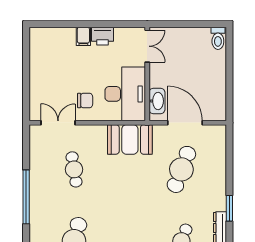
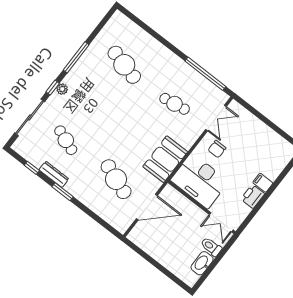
toilet: (218, 38) -> (211, 247), moved
washbasin: (157, 101) -> (202, 263), moved, turned 90
window: (26, 197) -> (205, 74), moved

